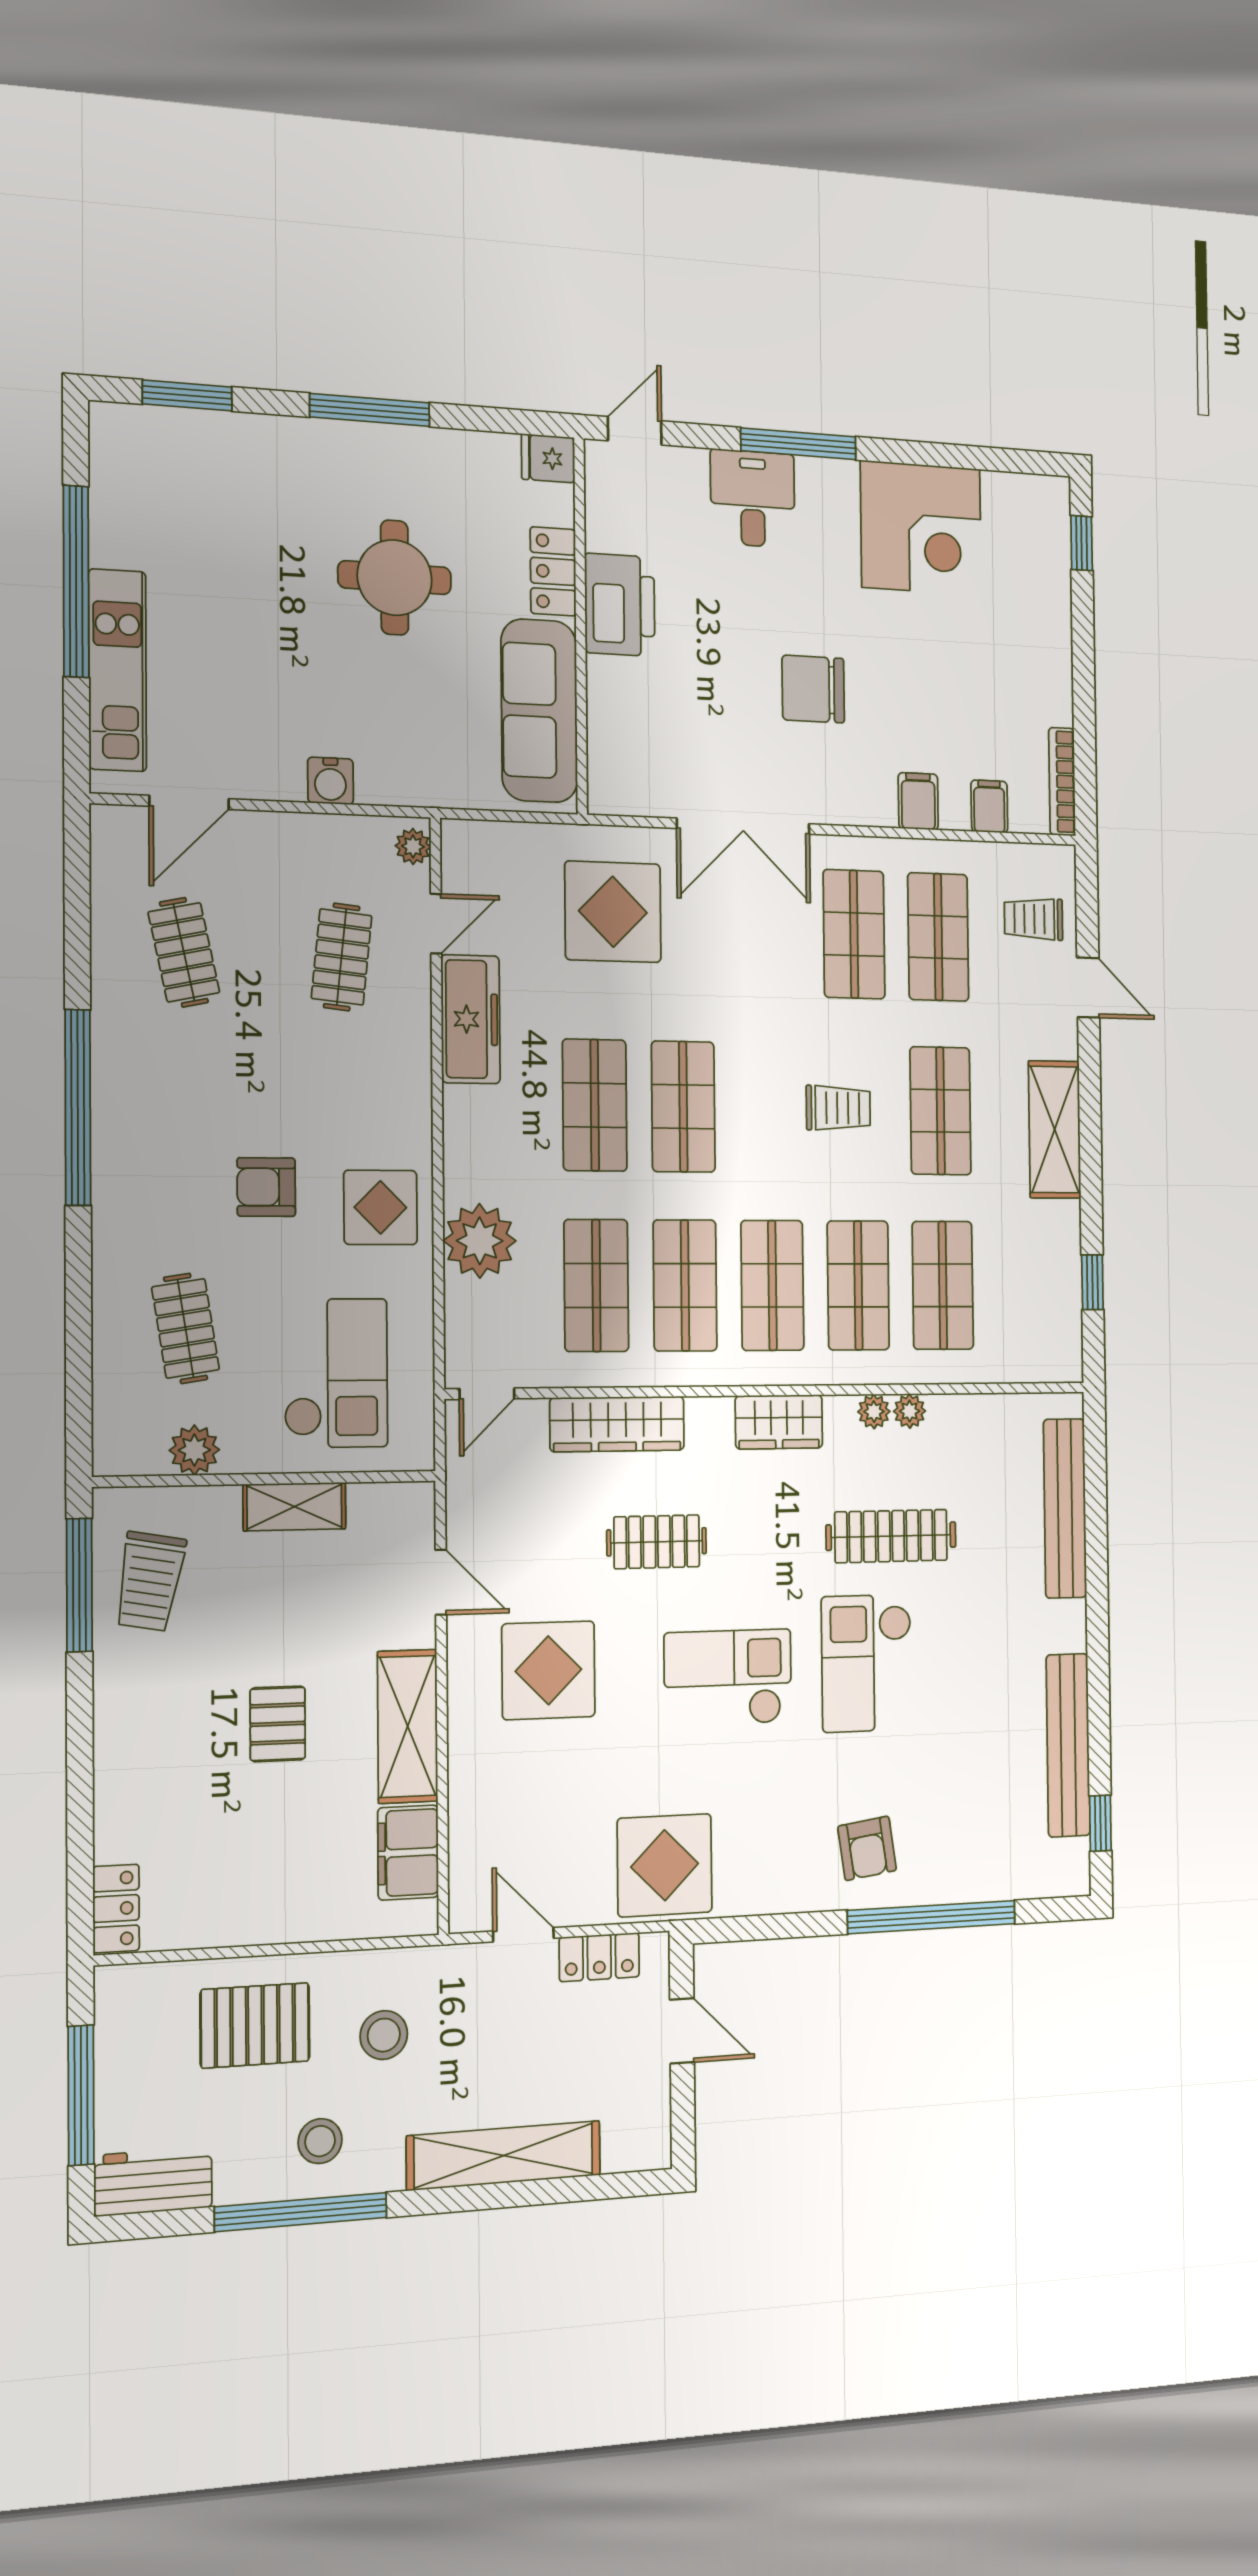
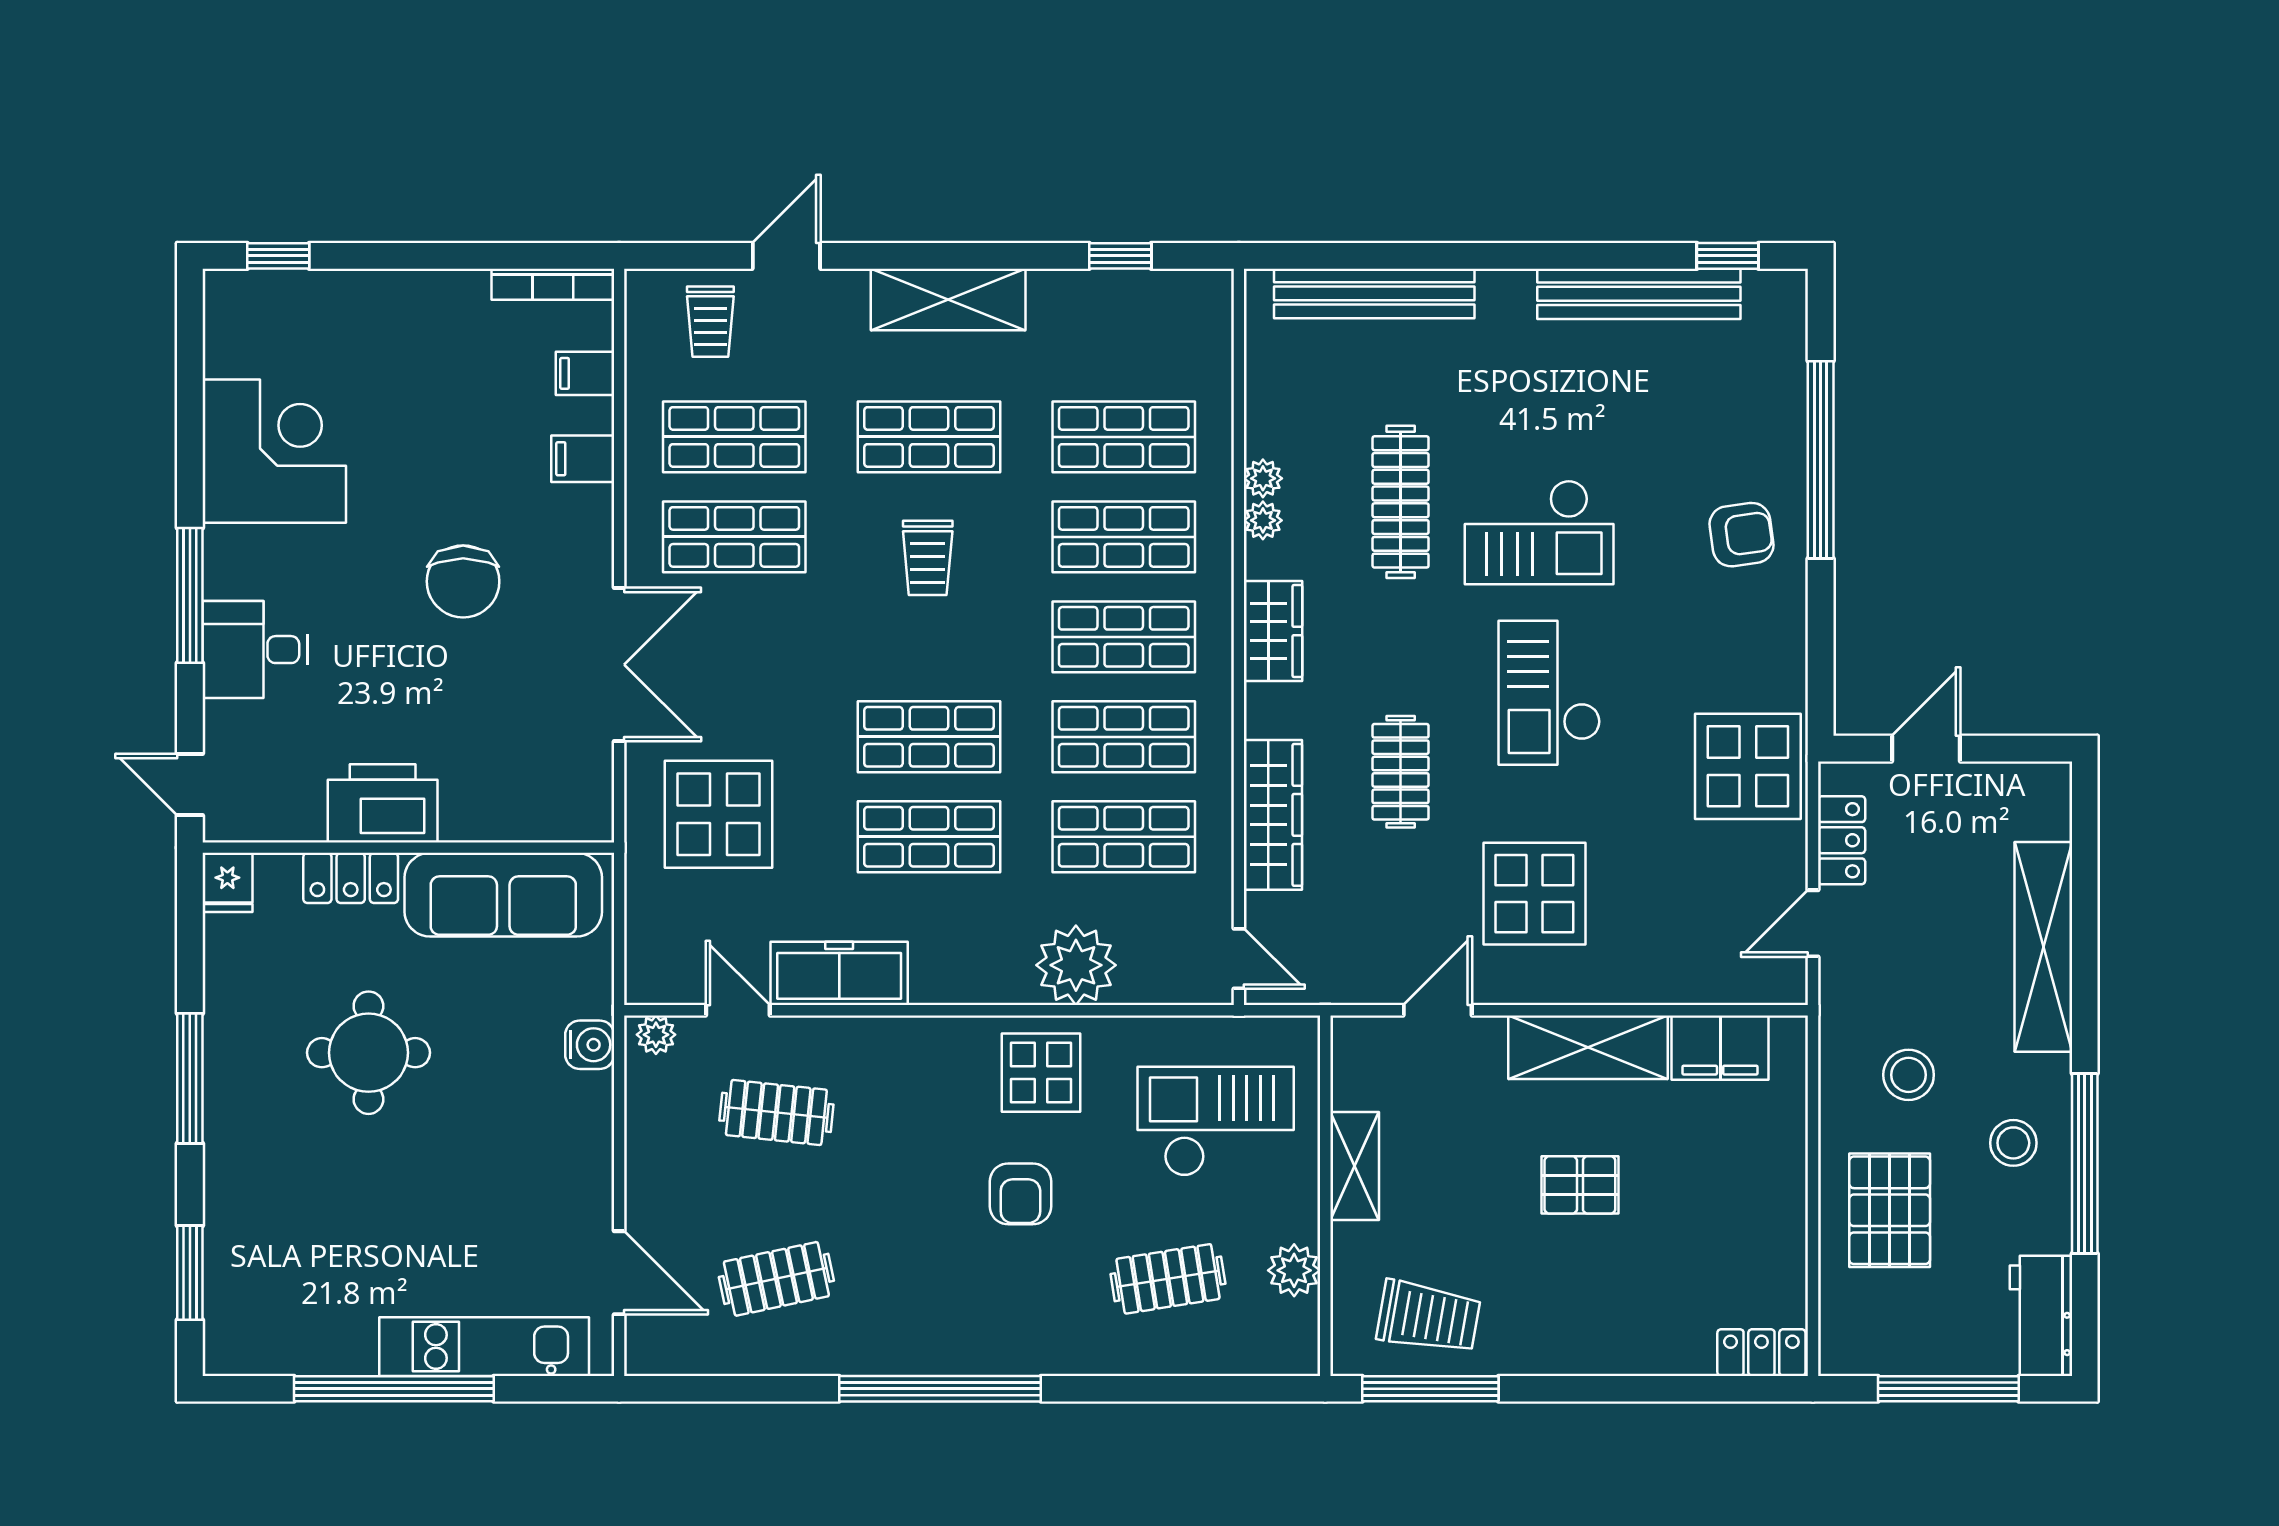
water cooler: (330, 781) -> (590, 1045), moved
trolley: (838, 1108) -> (928, 558), turned 180

